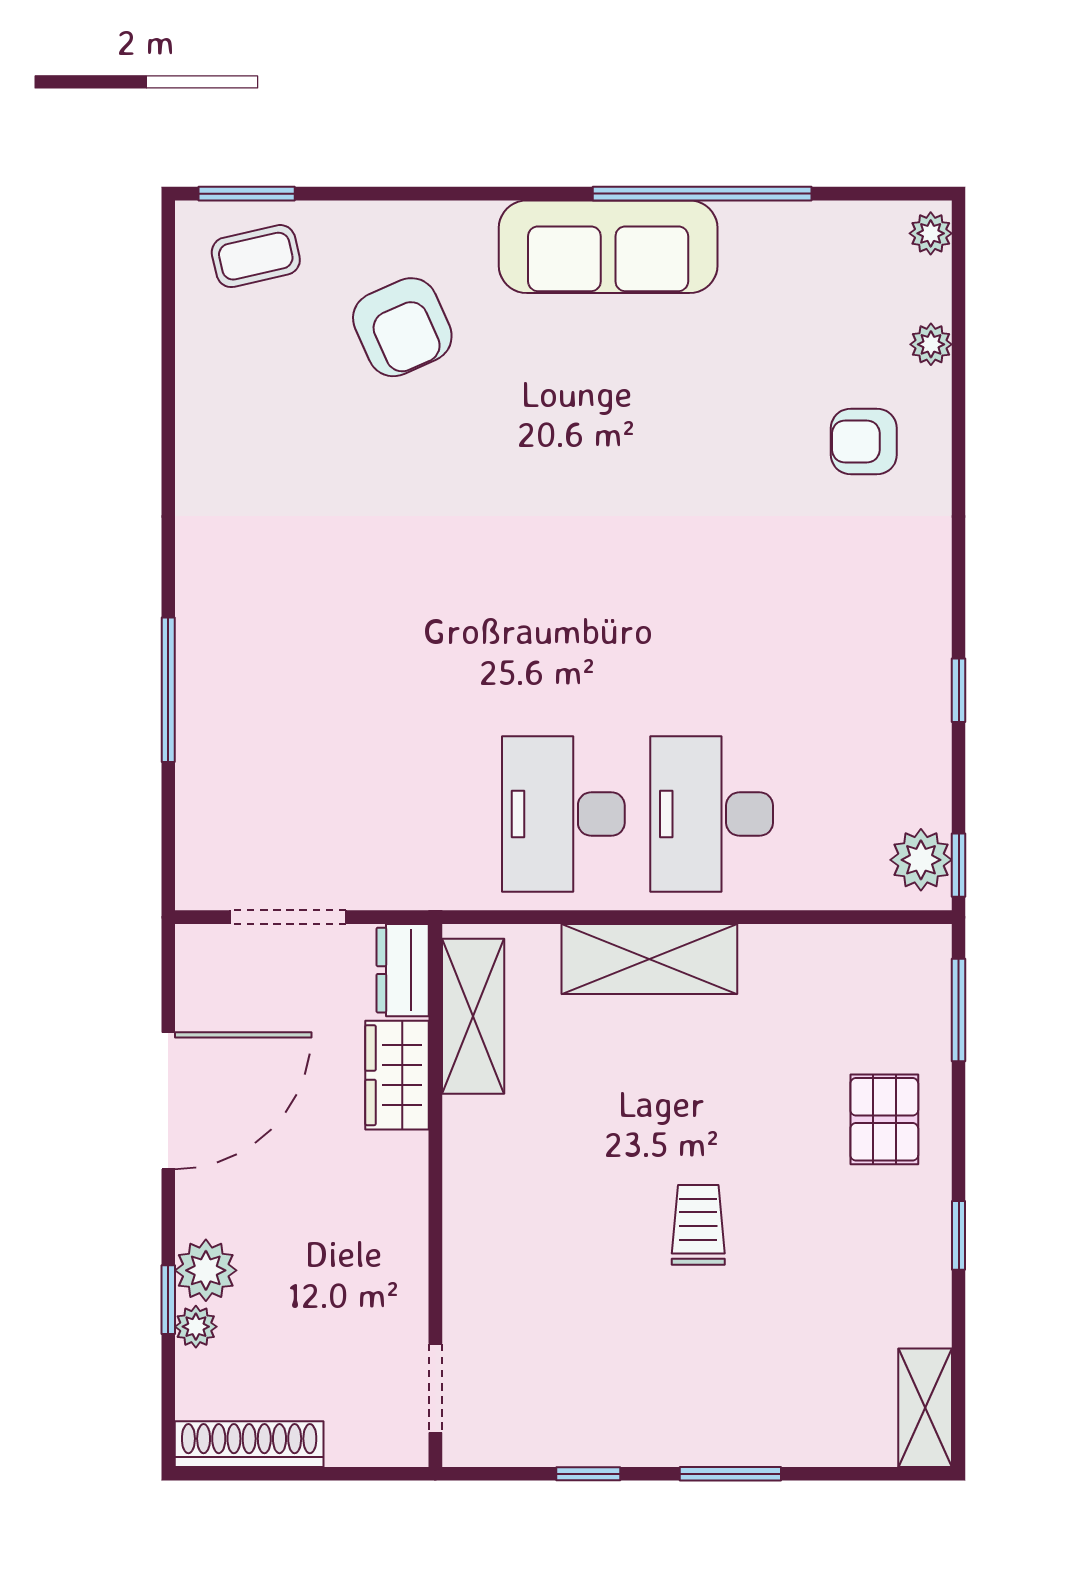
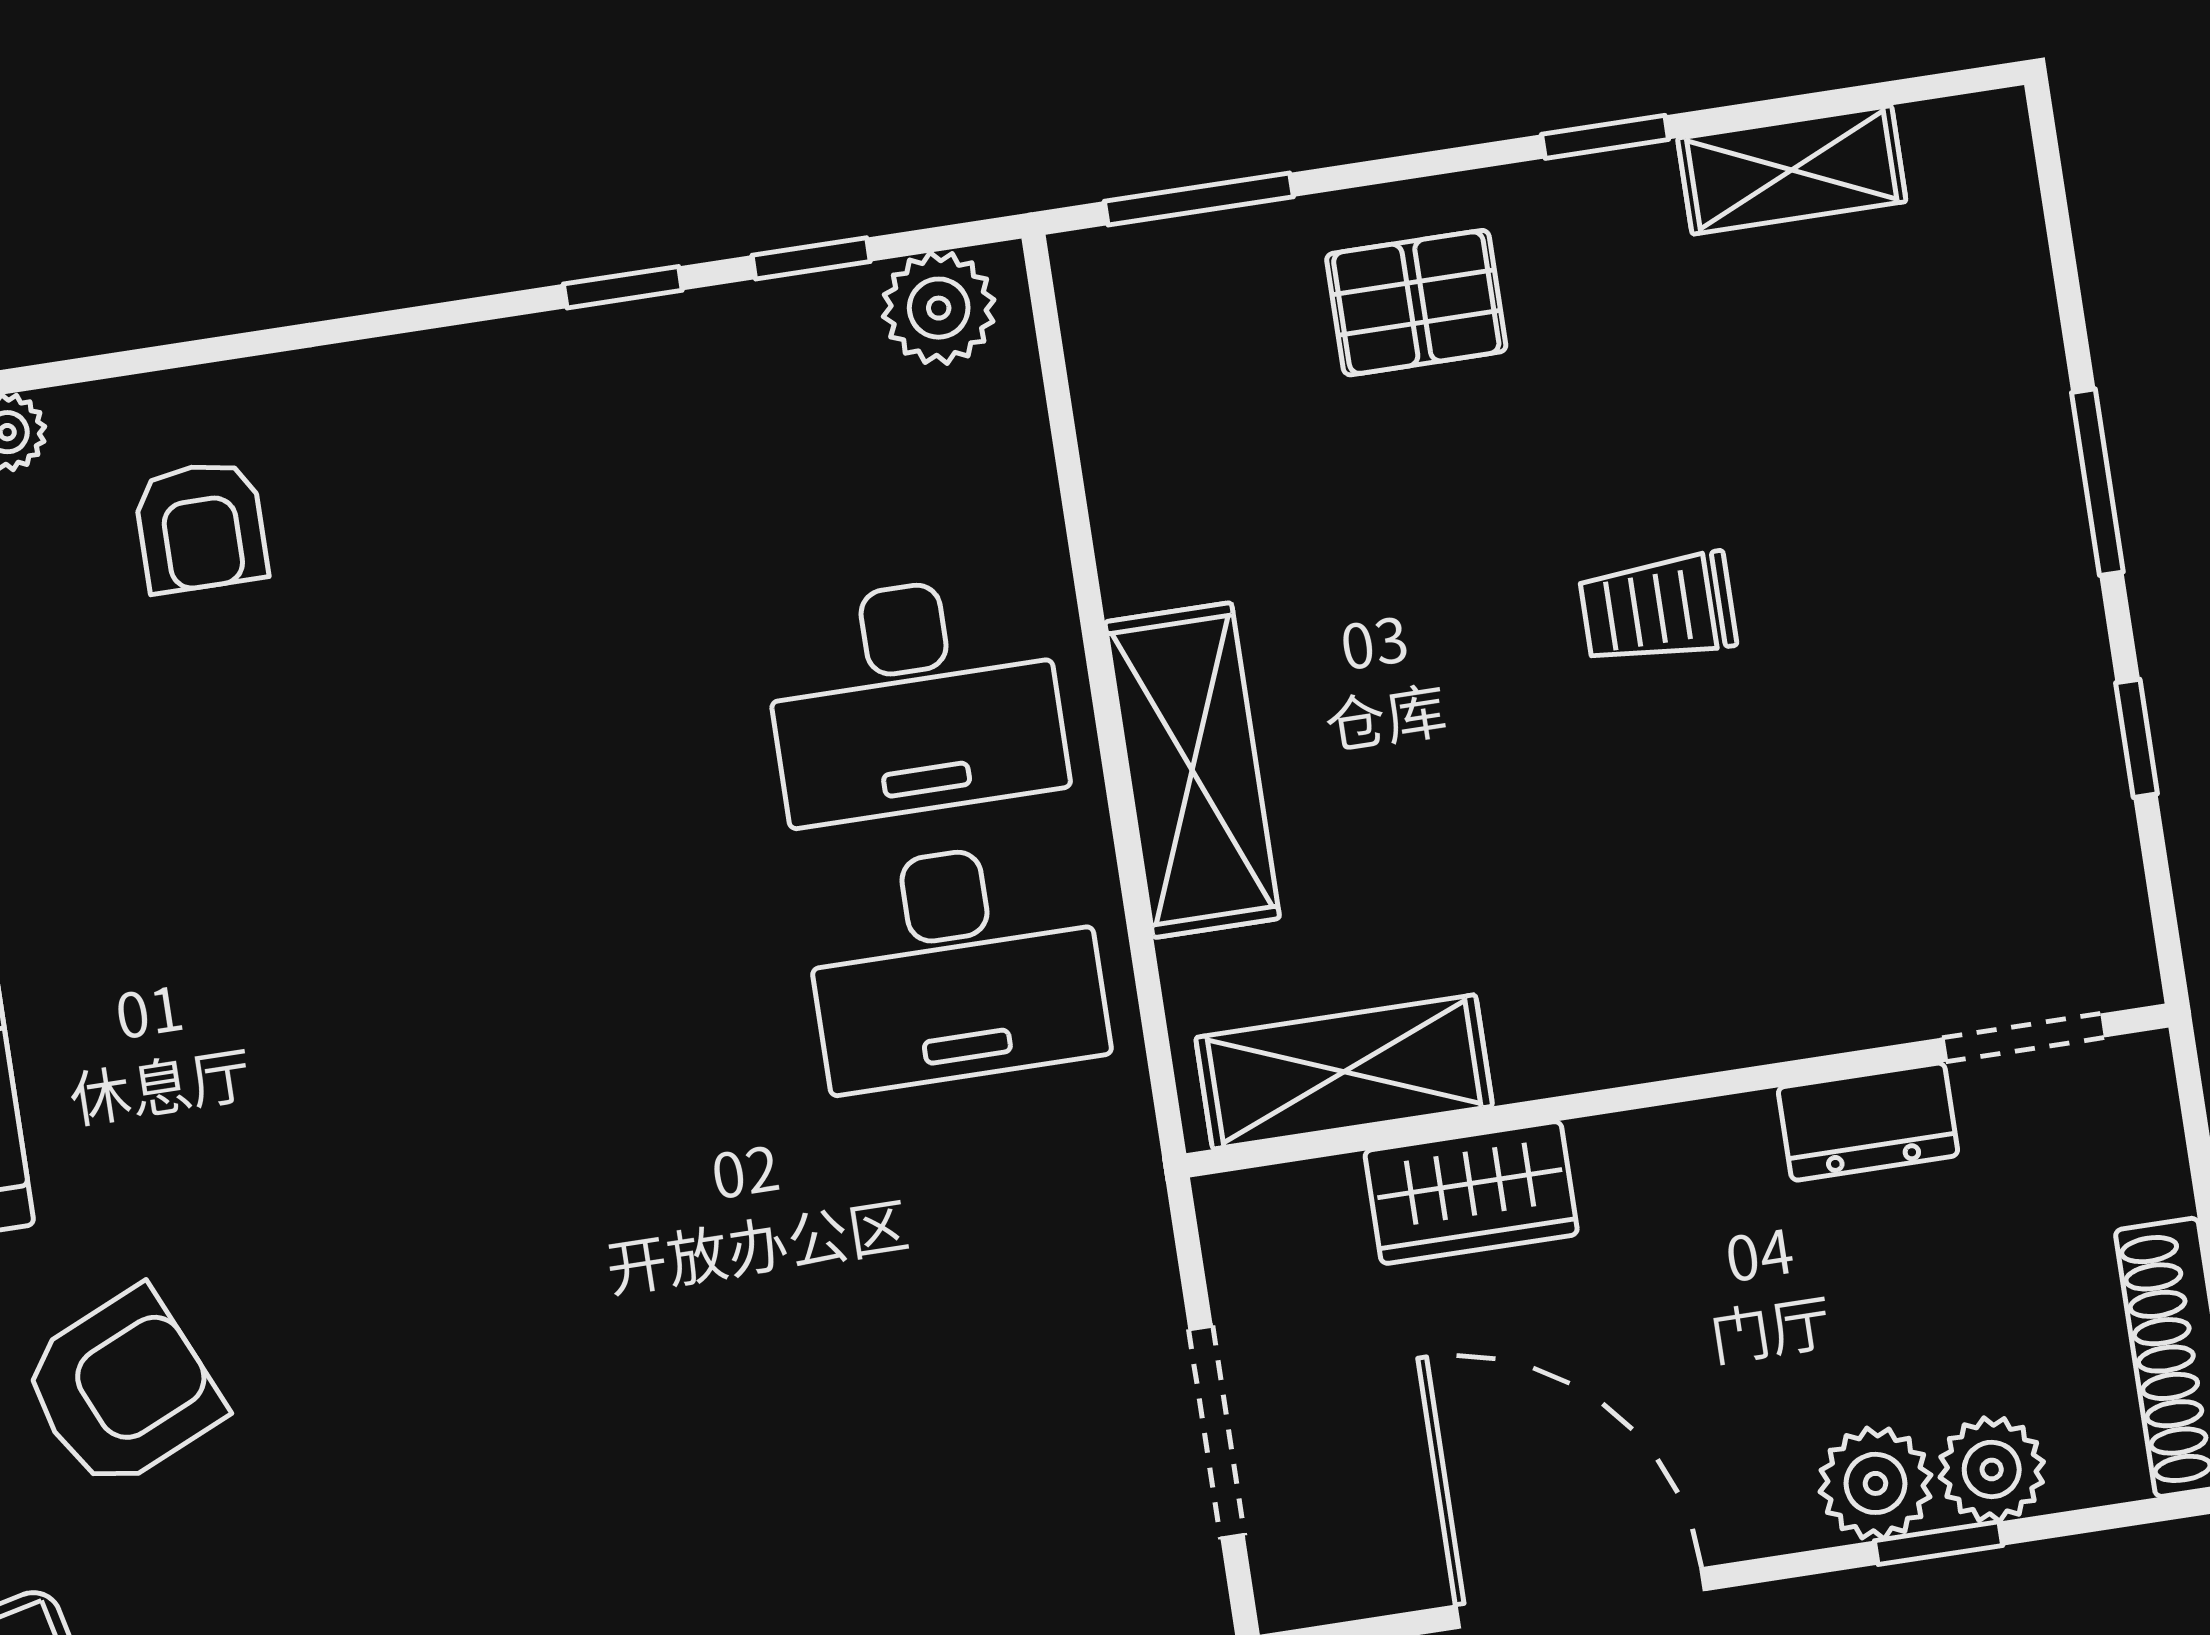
window: (959, 865) -> (811, 258), moved
dresser: (403, 970) -> (1868, 1122), moved
plant: (196, 1327) -> (1992, 1469), width x1.38, depth x1.38
shelving: (925, 1408) -> (1792, 170), moved

